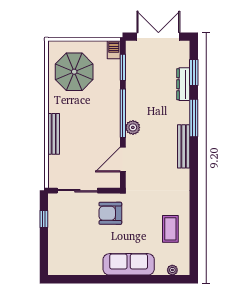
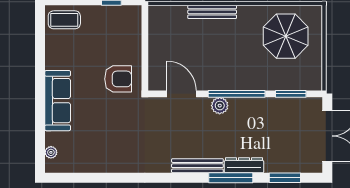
barbecue: (114, 50) -> (312, 83), removed
dresser: (183, 84) -> (244, 165), moved
sliding door: (77, 191) -> (145, 40), removed
armchair: (110, 213) -> (118, 79), turned 90
coffee table: (170, 229) -> (64, 20), moved

